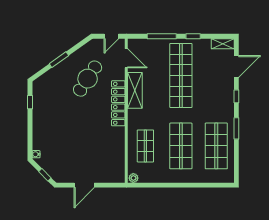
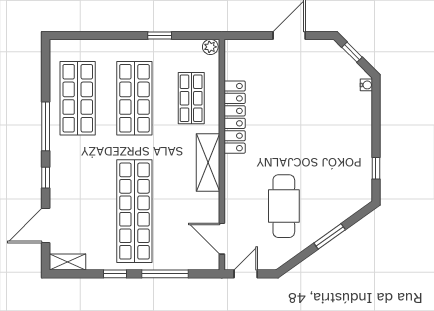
cafe table: (88, 79) -> (284, 206), turned -33
shelving: (135, 90) -> (208, 162), moved
locker: (118, 103) -> (235, 117), moved
window: (236, 128) -> (46, 126), width x1.44
window: (165, 185) -> (160, 35), added

